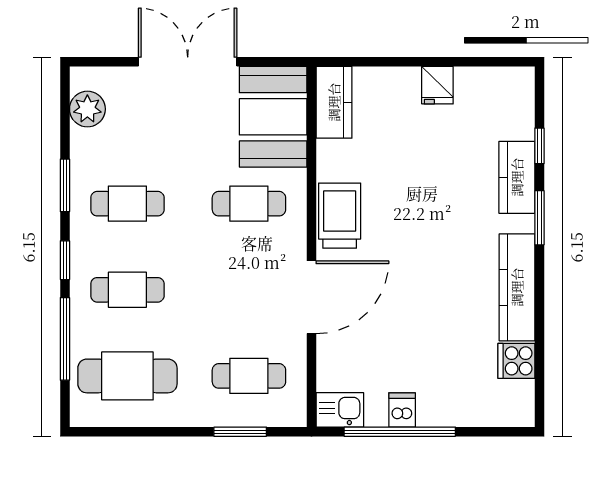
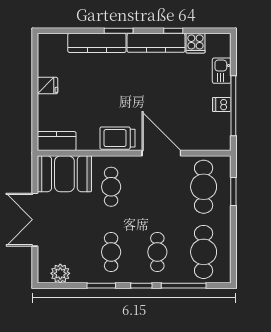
window: (539, 146) -> (173, 31), moved
kitchen counter: (517, 177) -> (97, 43), width x1.50
cafe table: (249, 376) -> (204, 187), width x1.37, depth x1.35
kitchen sink: (340, 410) -> (222, 71), moved

